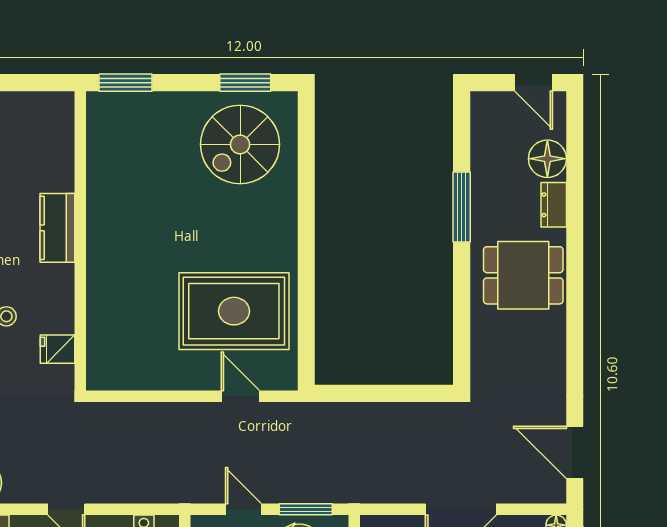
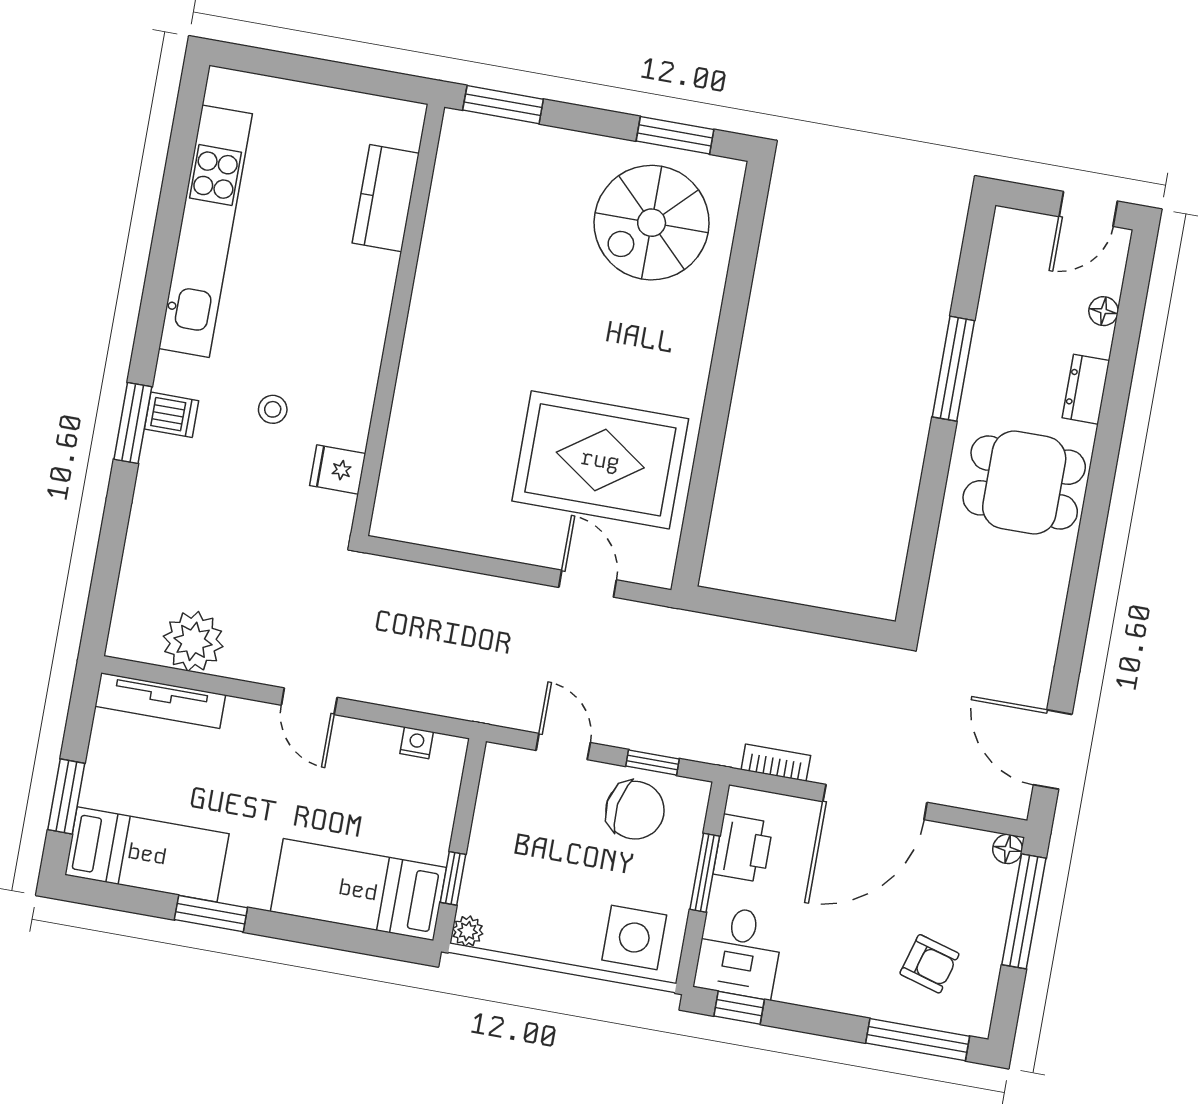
door: (534, 83) -> (1088, 209), hinge flipped
floor lamp: (547, 159) -> (1103, 311), width x0.53, depth x0.53
kitchen counter: (57, 228) -> (386, 198), moved
bookcase: (389, 495) -> (776, 763), added
window: (306, 509) -> (653, 762), width x0.67

